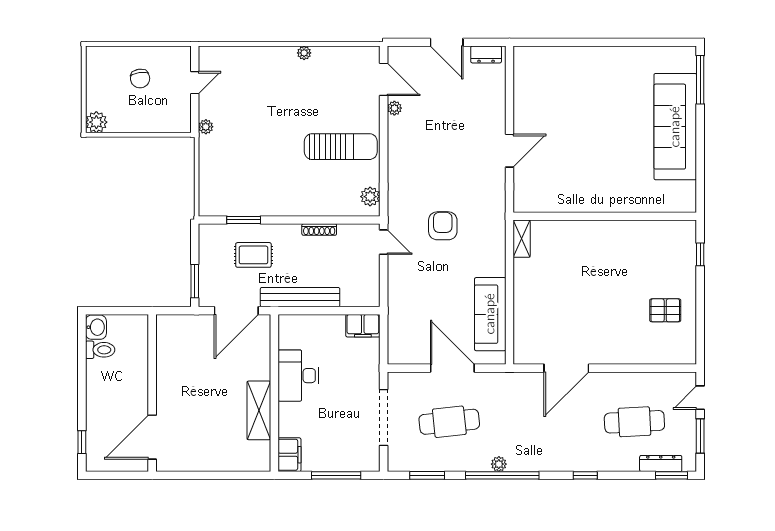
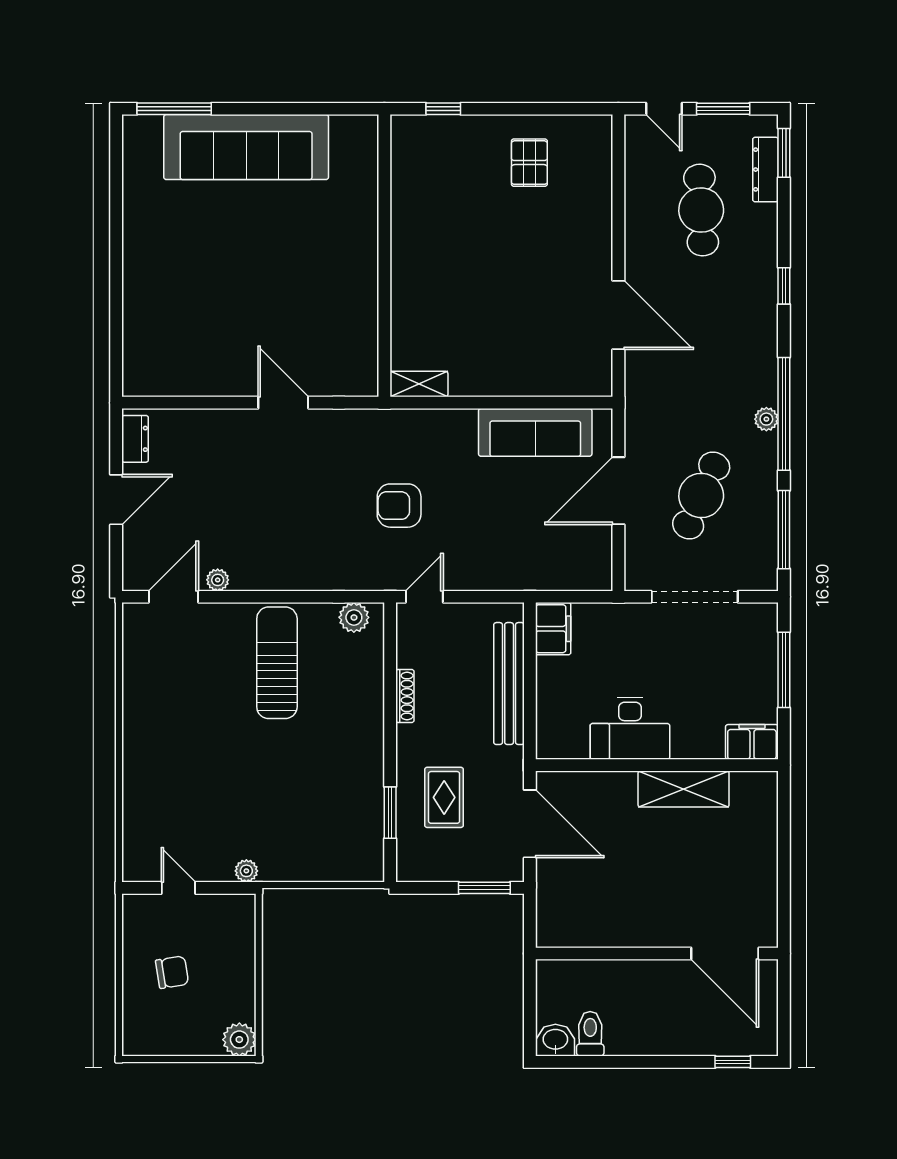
plant: (304, 53) -> (133, 719), removed
bench: (300, 297) -> (509, 684), moved
cafe table: (449, 422) -> (701, 495), turned 30
window: (427, 475) -> (784, 530), width x1.44

